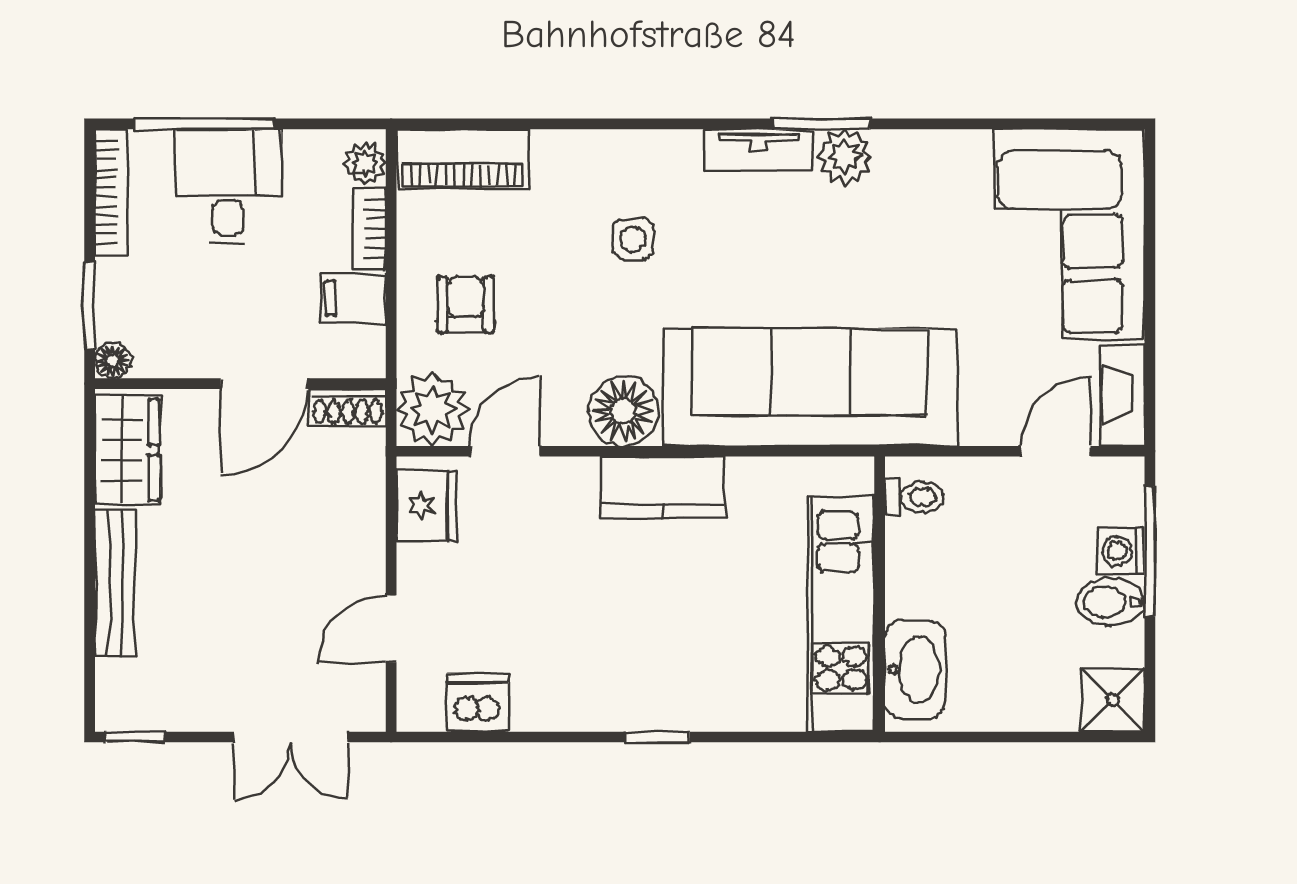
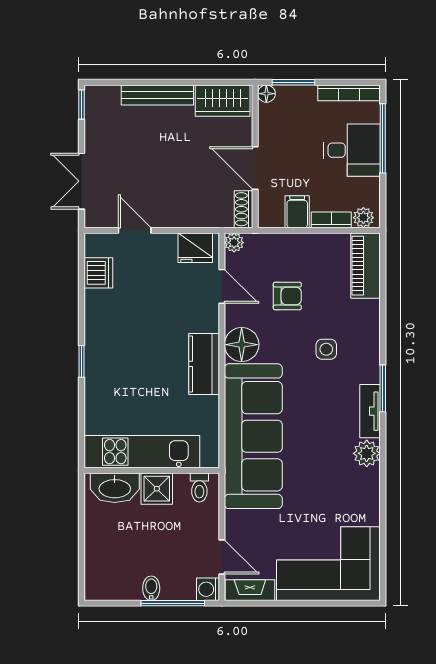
window: (822, 124) -> (383, 388), moved
armchair: (466, 305) -> (287, 296), moved
plant: (433, 409) -> (234, 243), width x0.53, depth x0.53
washing machine: (1121, 551) -> (208, 589), moved, turned -90
bidet: (1110, 602) -> (151, 588), width x0.72, depth x0.74
shower: (1113, 700) -> (157, 489), moved

